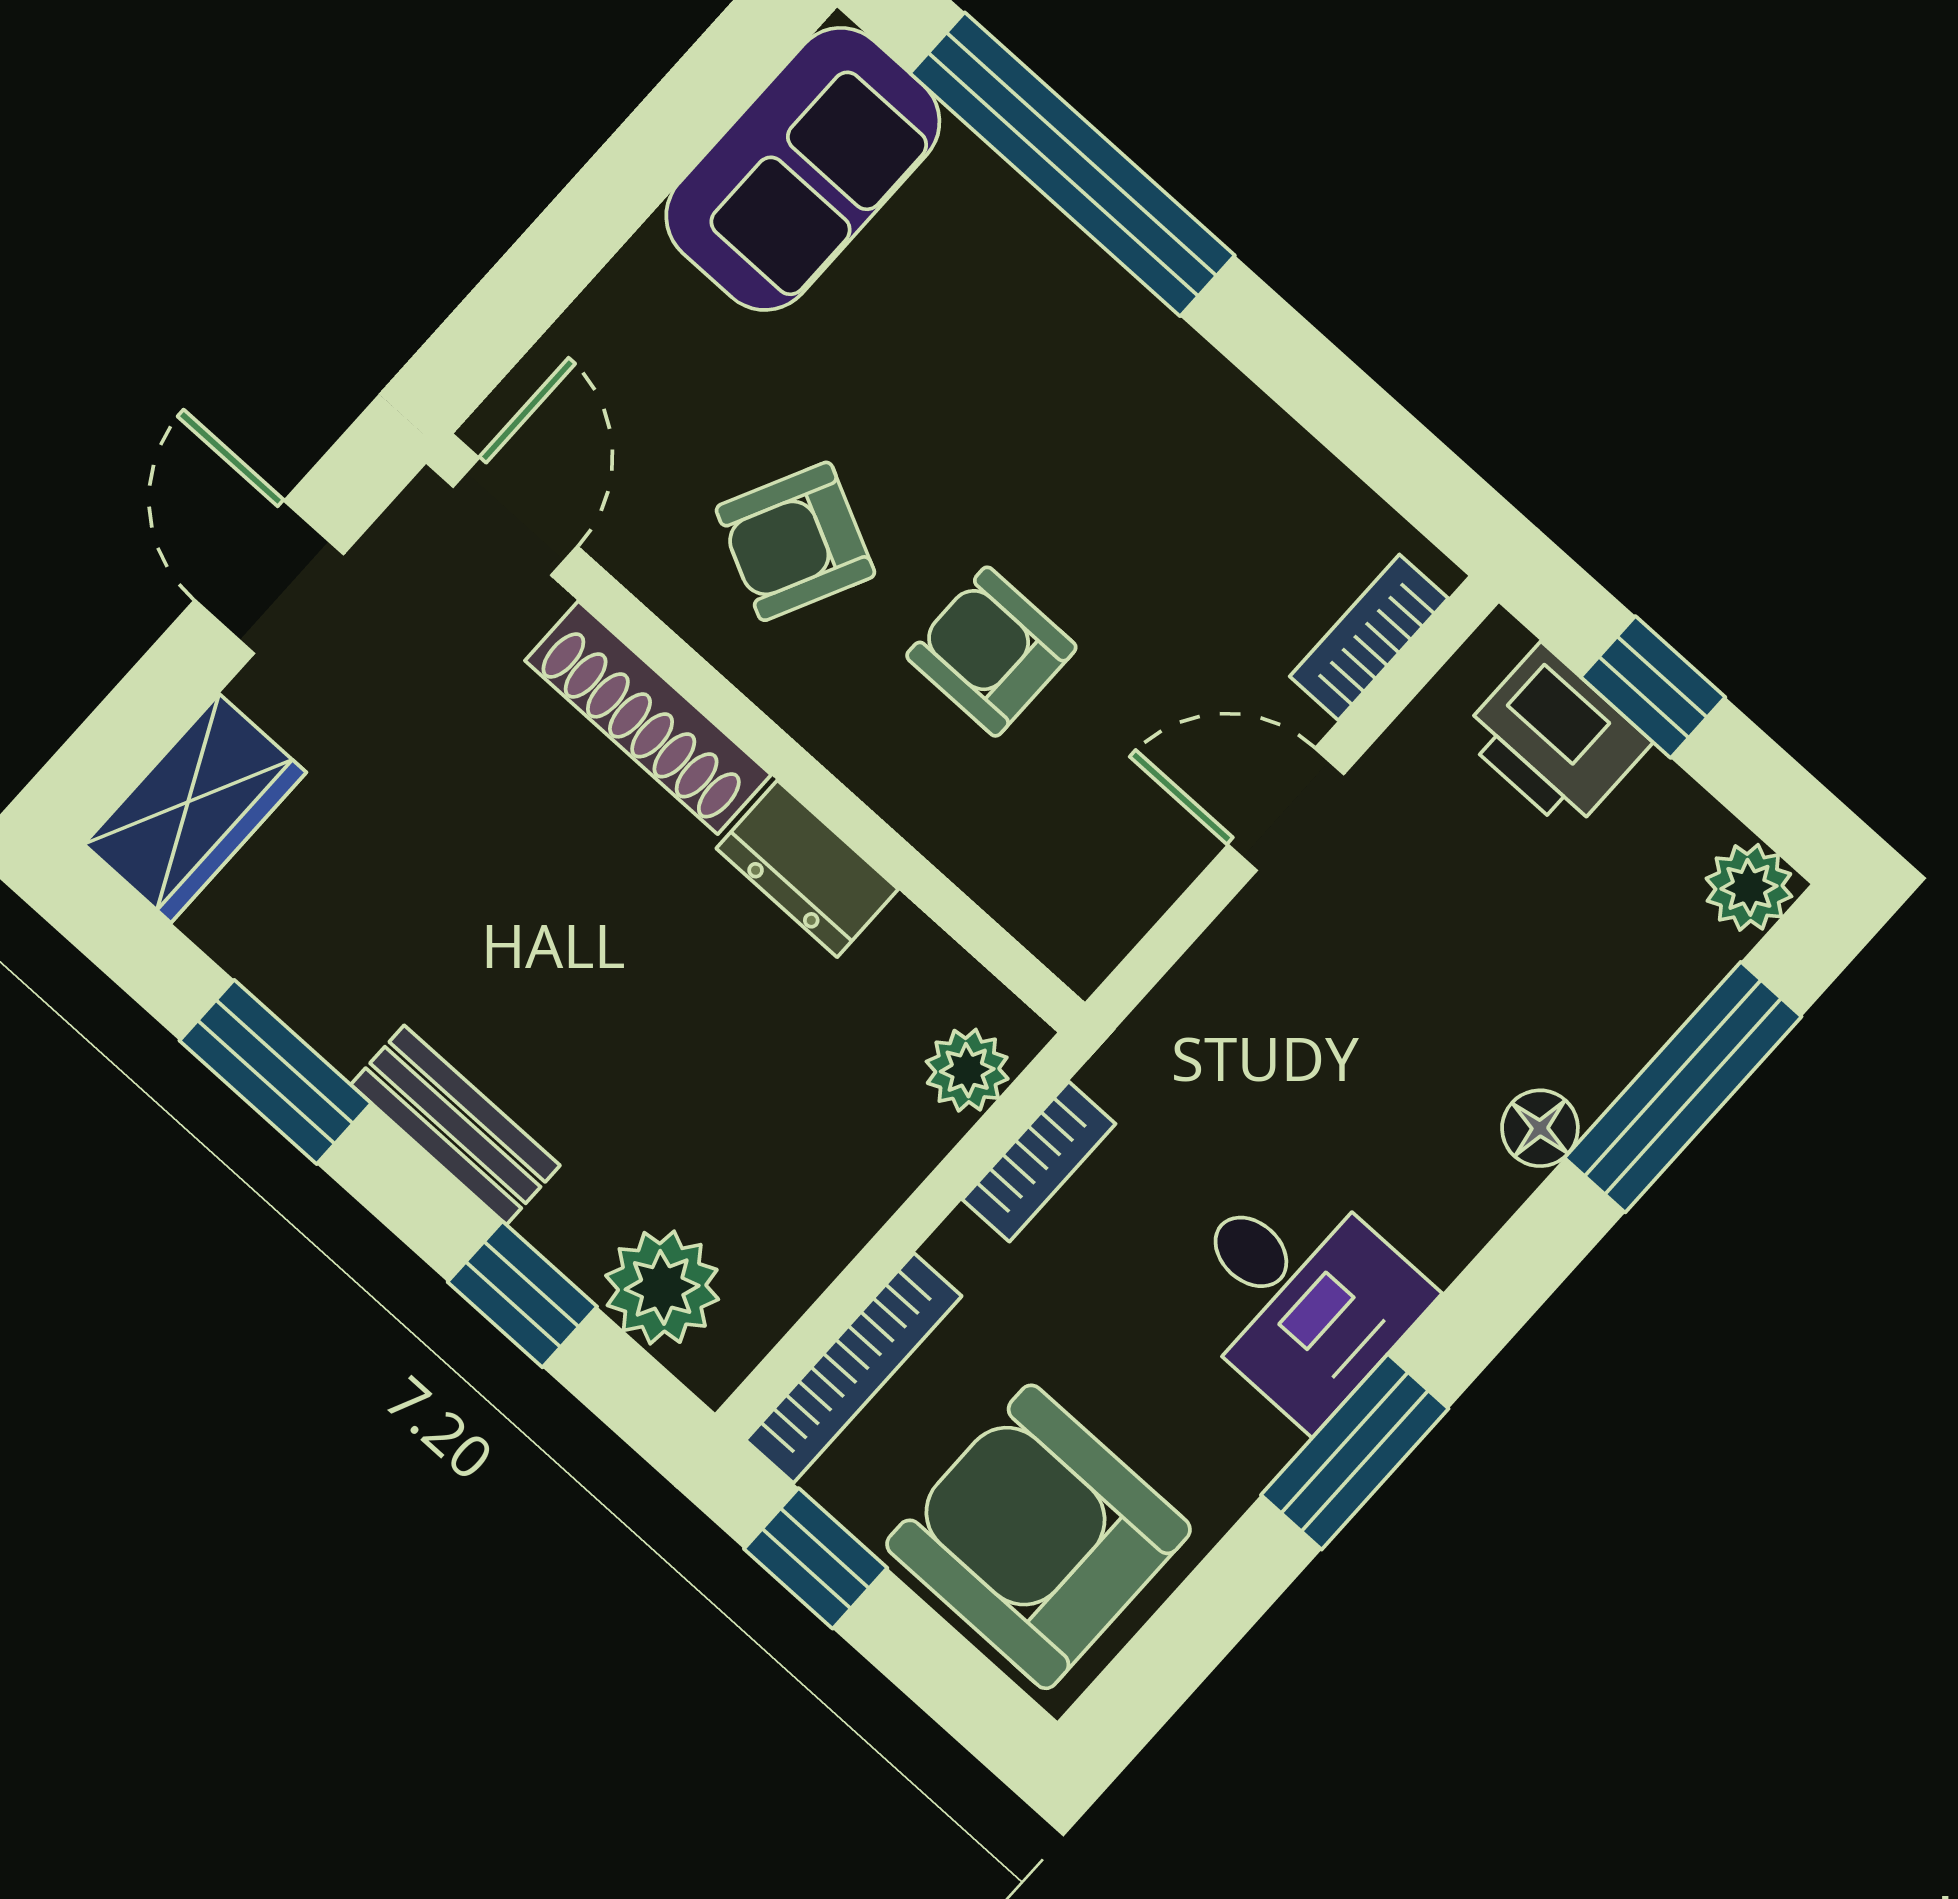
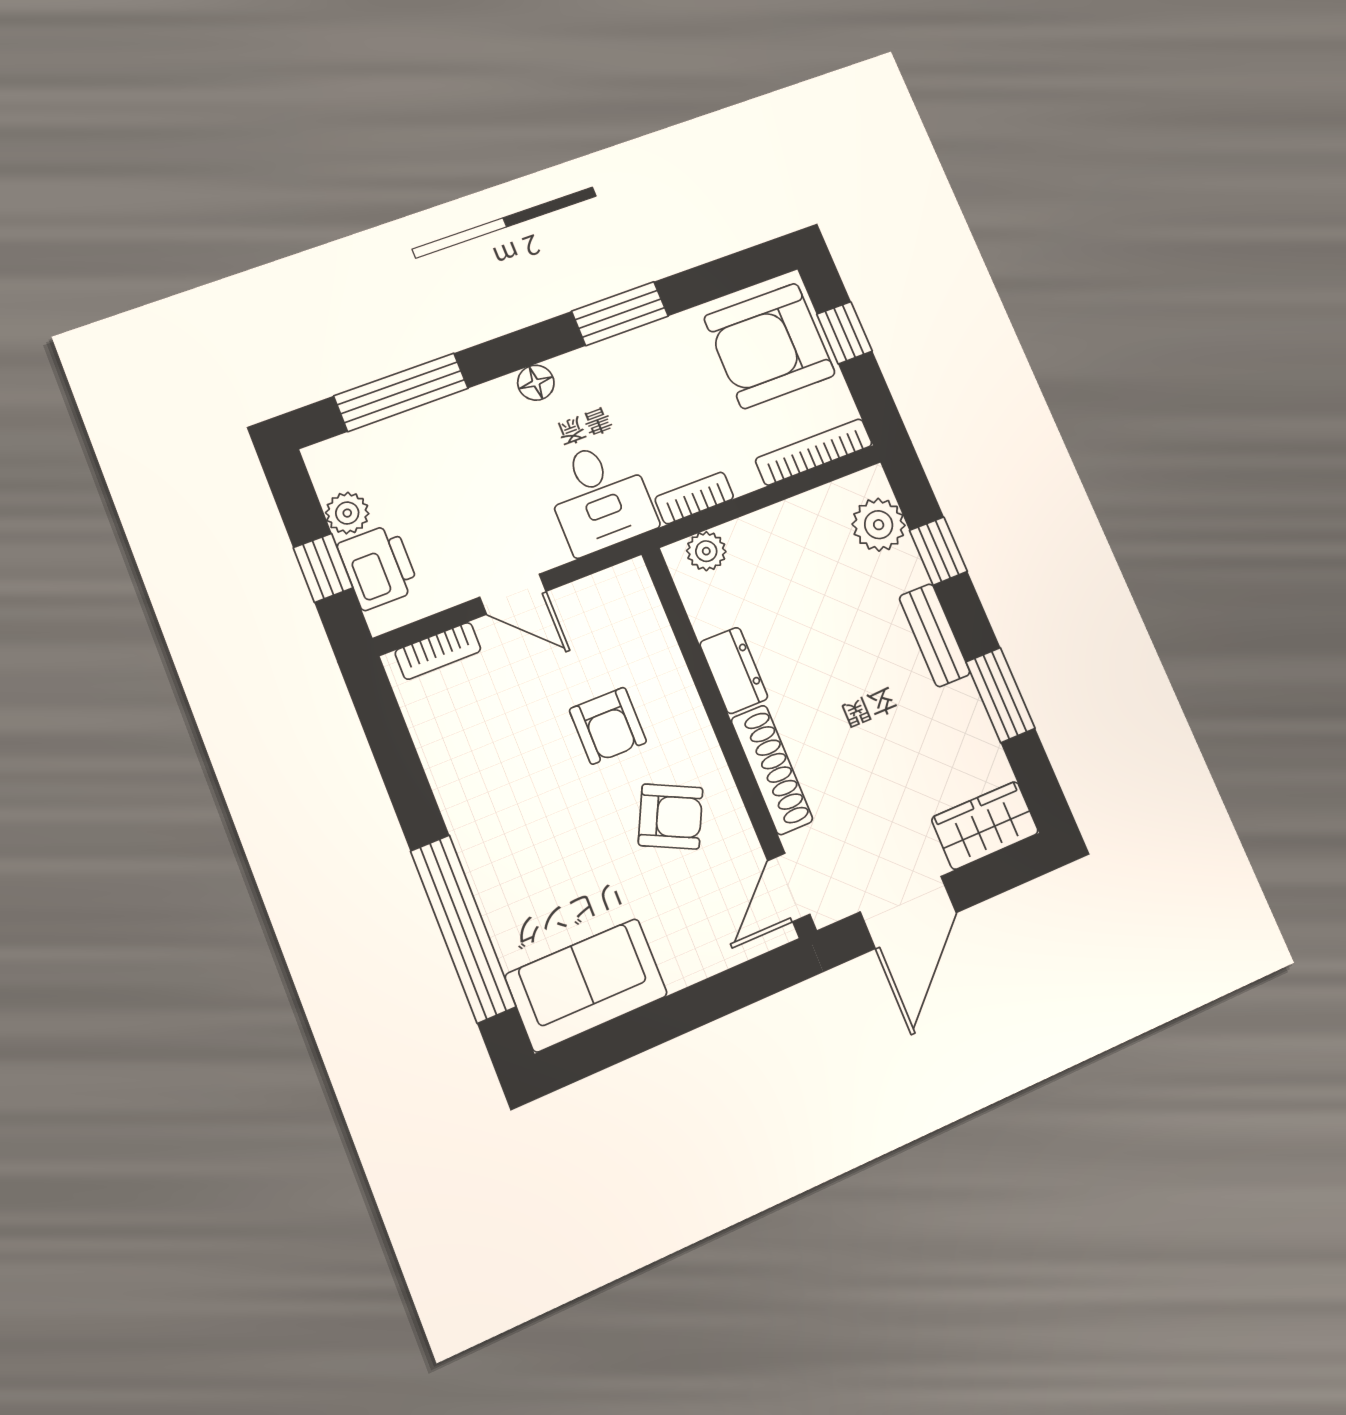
door: (269, 577) -> (908, 912), width x1.38
plant: (1749, 887) -> (347, 513), moved
floor lamp: (1540, 1128) -> (536, 383), moved
desk: (1299, 1295) -> (600, 497), moved, turned 180
armchair: (1039, 1537) -> (770, 346), turned 90
window: (816, 1558) -> (845, 333), moved

